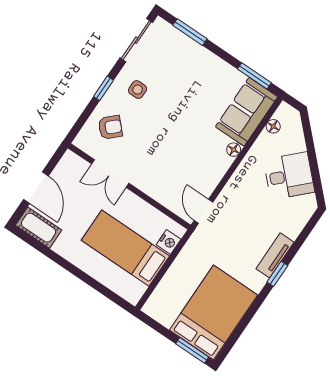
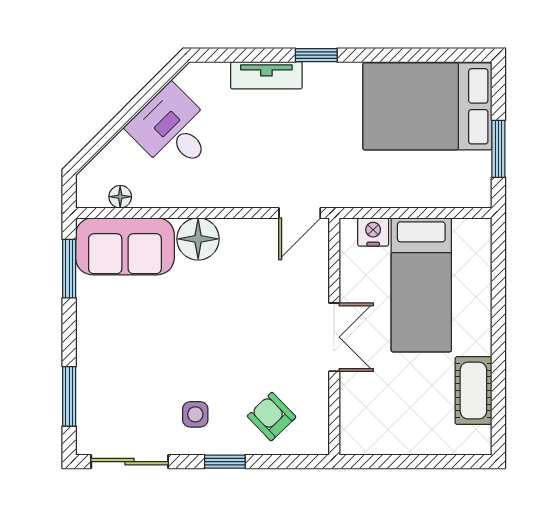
floor lamp: (234, 150) -> (198, 239), width x1.89, depth x1.89
double door: (110, 174) -> (334, 337), moved
door: (36, 188) -> (421, 462), removed
cot: (39, 228) -> (473, 391), moved
tv unit: (275, 255) -> (266, 75), moved
window: (192, 350) -> (498, 149), moved

